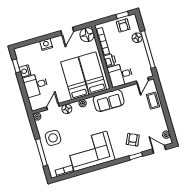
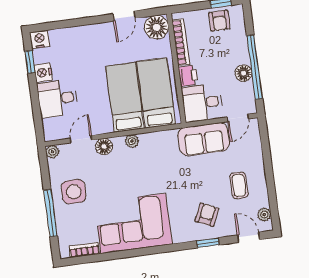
floor lamp: (137, 38) -> (244, 73), moved
nightstand: (46, 44) -> (40, 39), moved
sofa: (109, 101) -> (204, 139), moved
coffee table: (153, 101) -> (239, 185), moved

